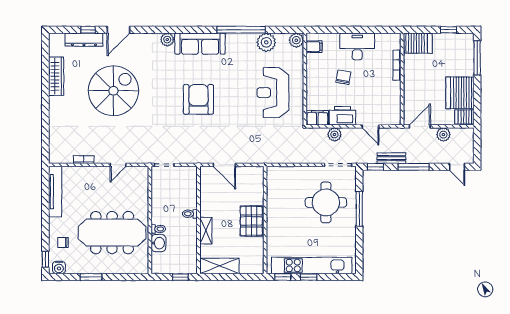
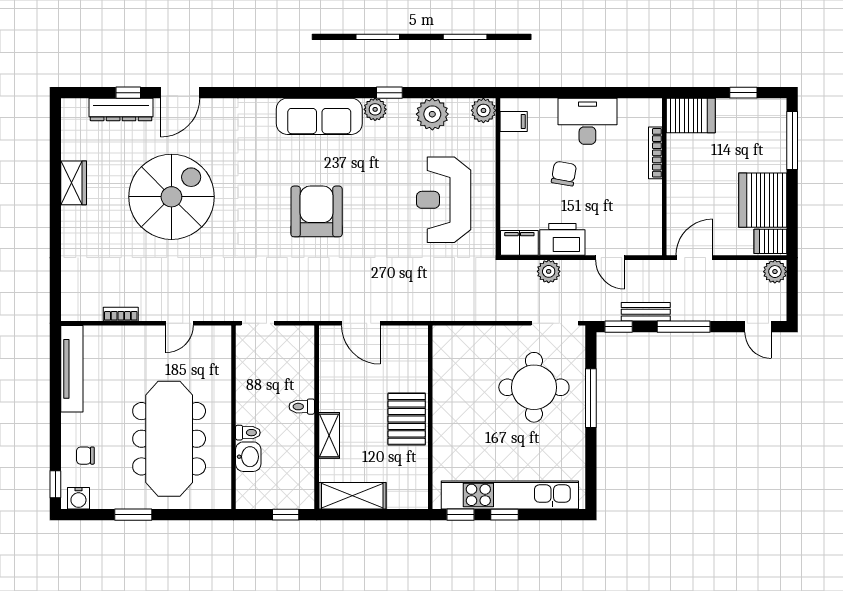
window: (241, 30) -> (389, 93), width x0.32
plant: (167, 40) -> (375, 109), moved
wardrobe: (56, 76) -> (74, 183), width x0.67
plant: (443, 135) -> (775, 272), moved
meeting table: (112, 233) -> (169, 439), turned 90

